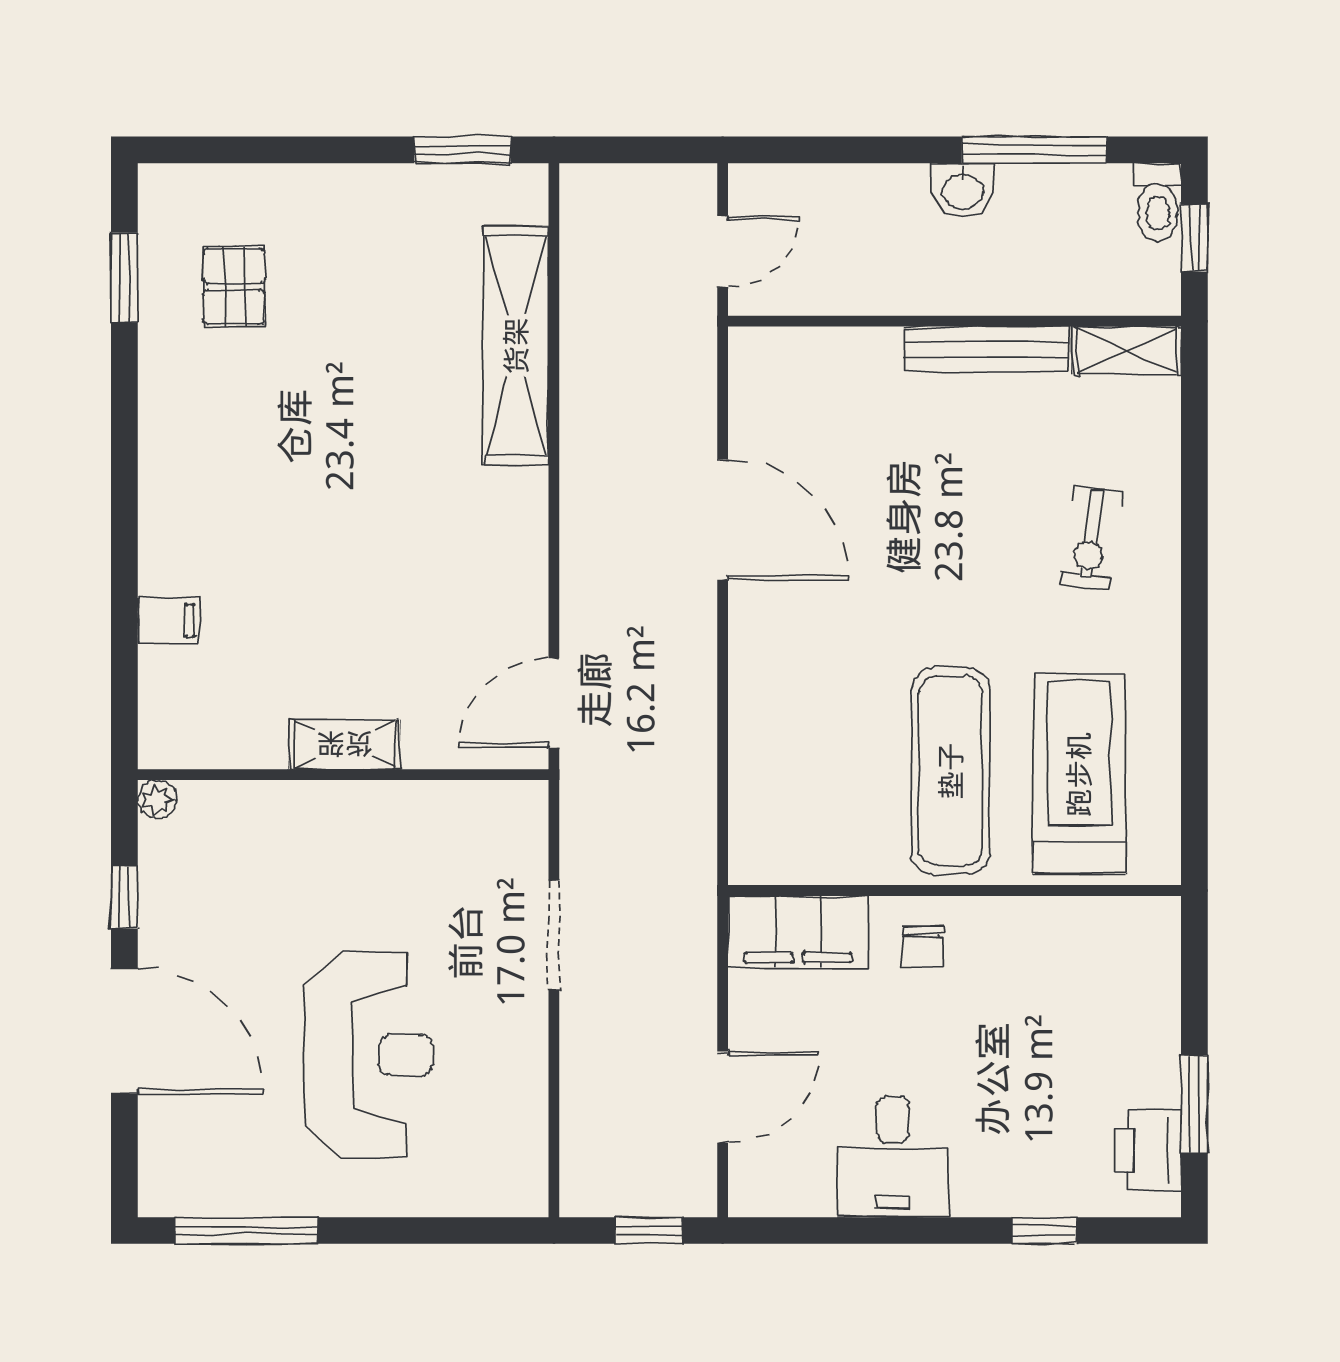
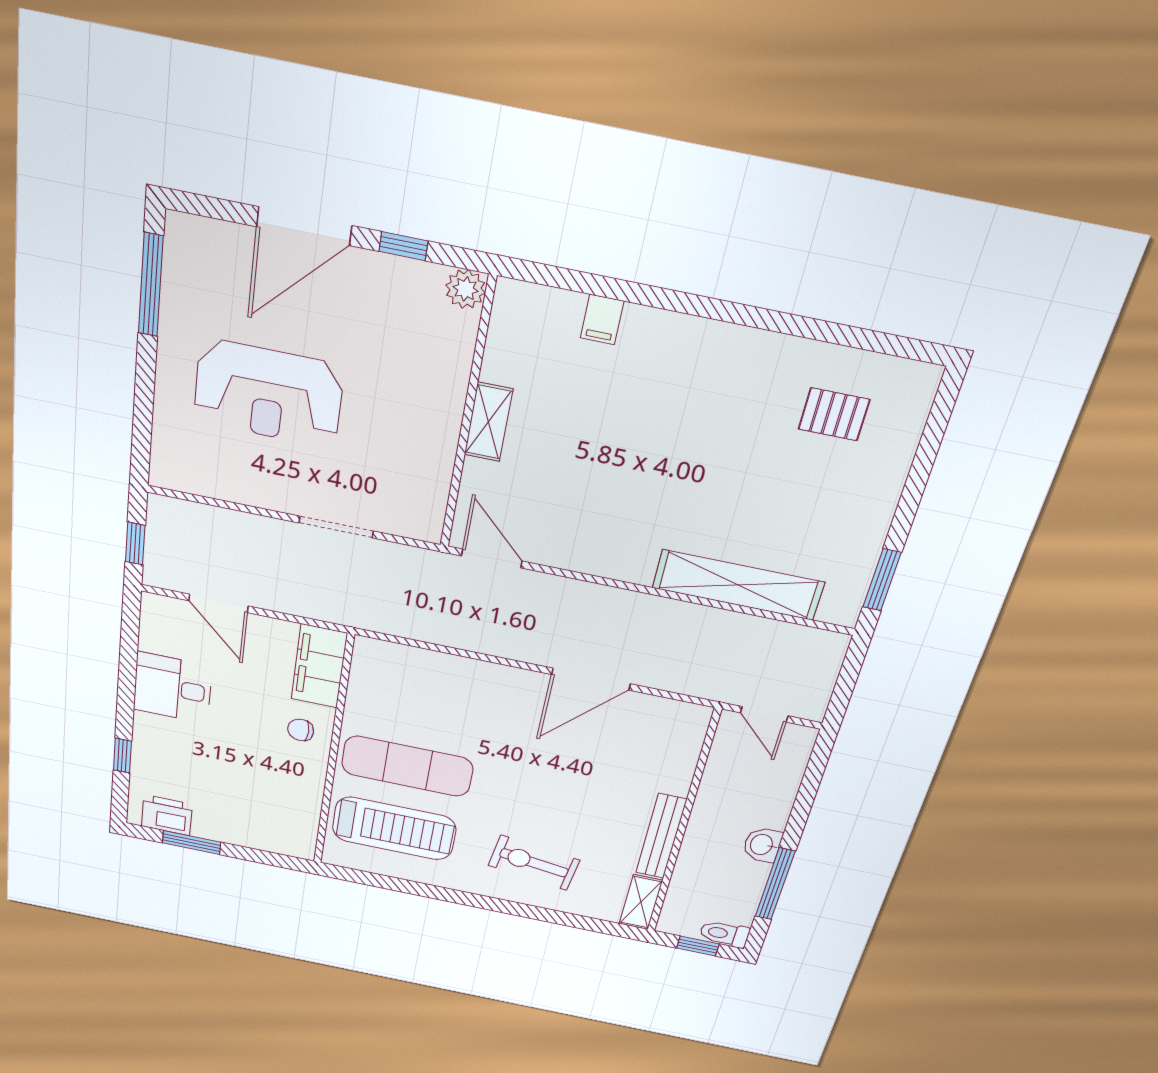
window: (124, 278) -> (865, 339), removed
exercise bike: (1091, 538) -> (534, 863), width x1.38, depth x1.39
plant: (157, 800) -> (466, 289), width x1.38, depth x1.38

